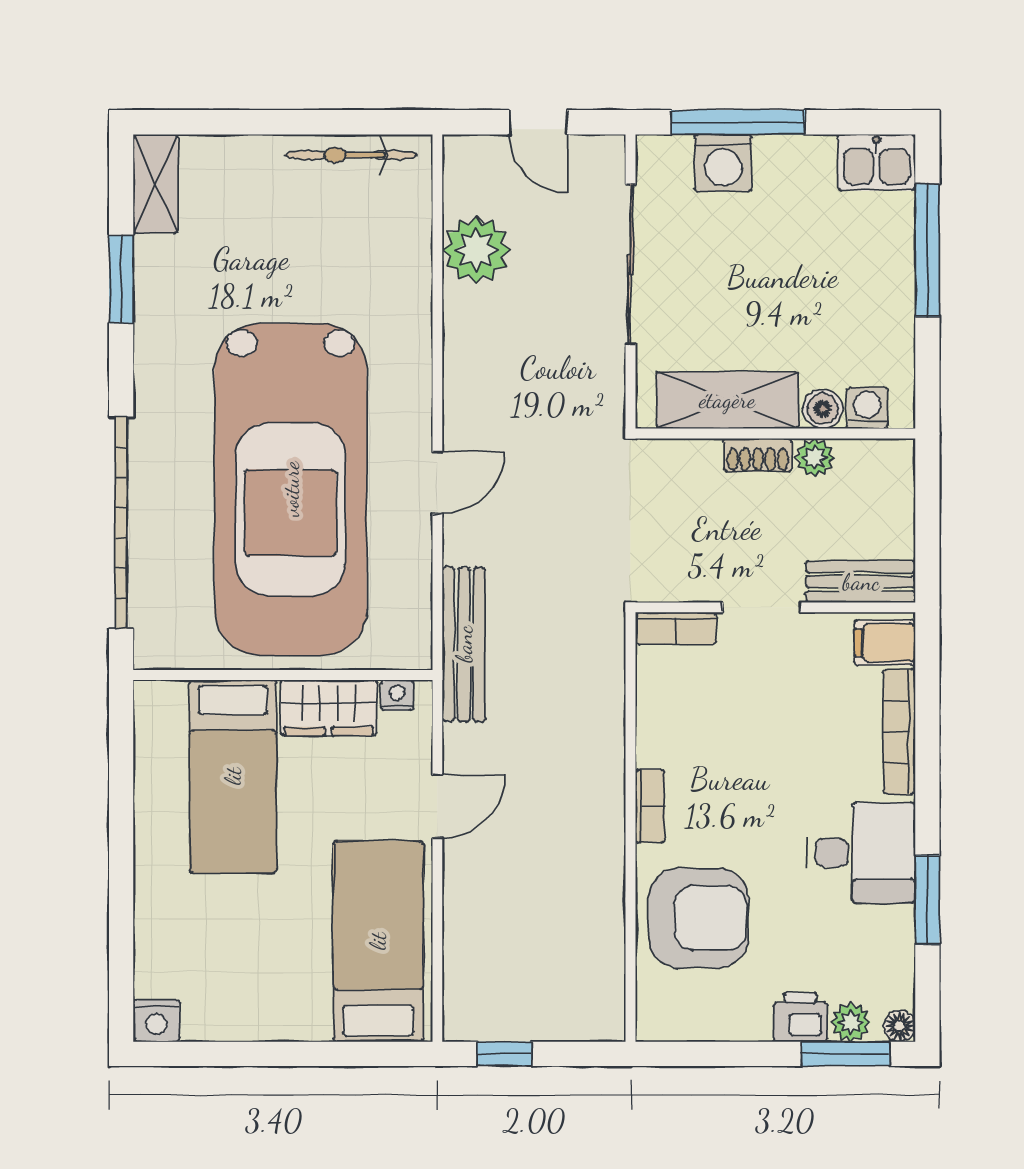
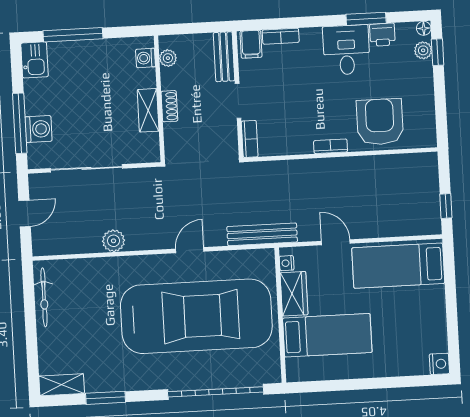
plant: (476, 250) -> (114, 241), moved, width x0.73, depth x0.73
shelving: (727, 400) -> (148, 110), width x0.67, depth x0.75
boiler: (823, 409) -> (147, 78), removed
plant: (815, 457) -> (168, 58), moved
door: (437, 483) -> (190, 250), hinge flipped
bookcase: (899, 732) -> (281, 36), width x0.64
printer: (800, 1017) -> (382, 35), moved, turned -90
window: (845, 1054) -> (438, 52), width x0.67

